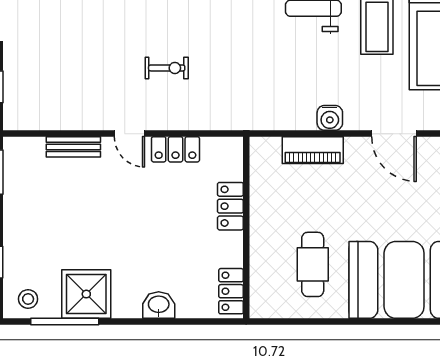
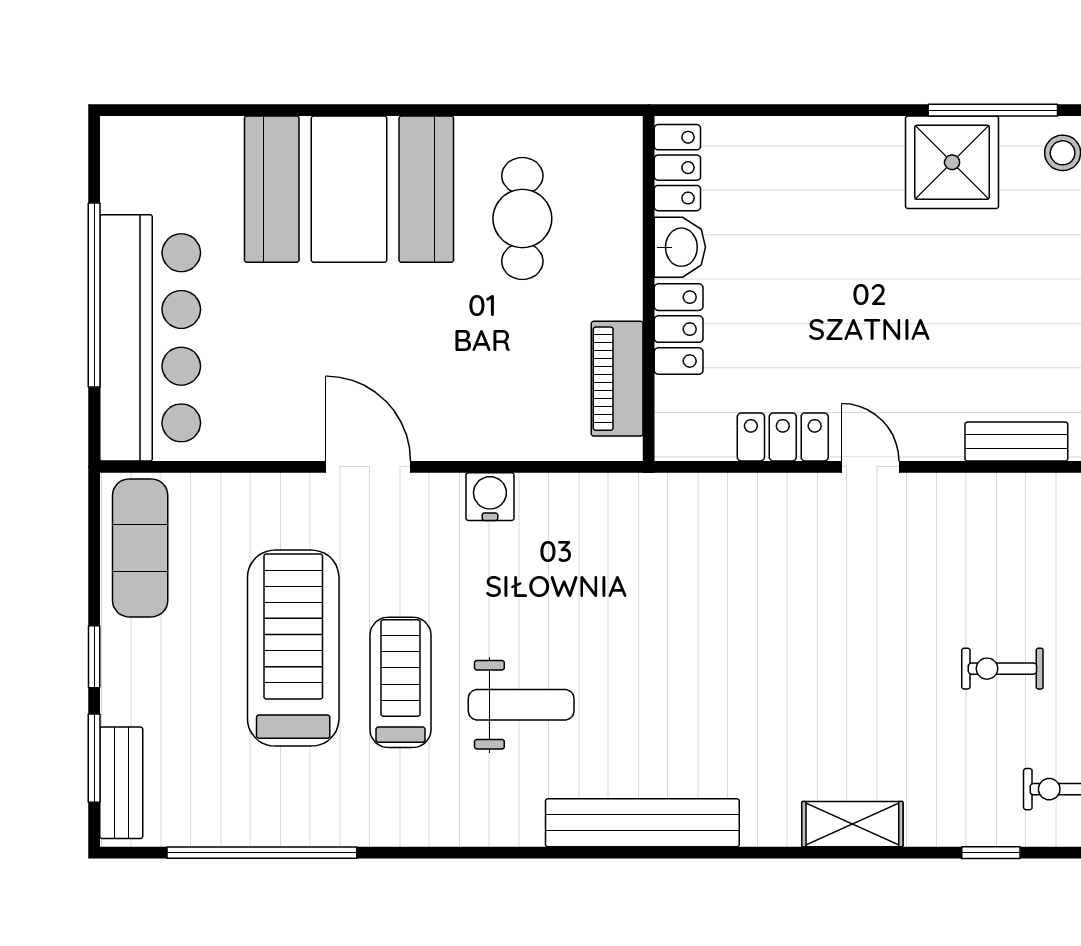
exercise bike: (167, 68) -> (1002, 669), moved
bench: (73, 147) -> (1016, 442), moved
piano: (313, 150) -> (617, 379), moved, turned -90
washbasin: (159, 305) -> (680, 247), moved, turned -90

